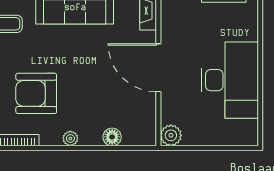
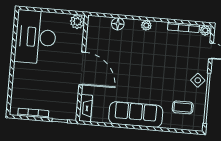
desk: (230, 80) -> (36, 37), moved
armchair: (36, 93) -> (167, 58), removed

